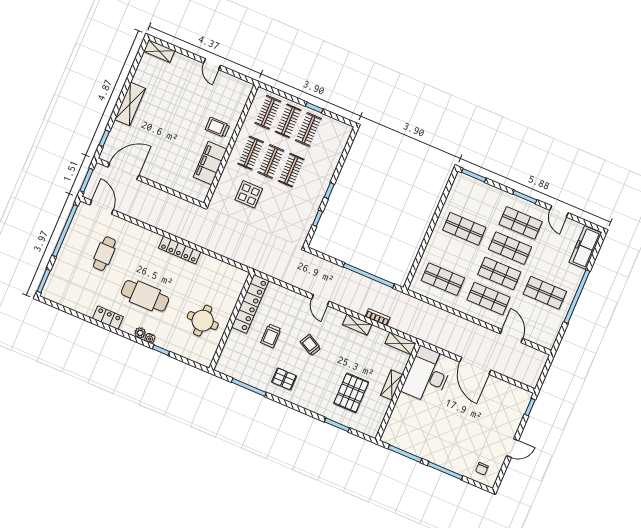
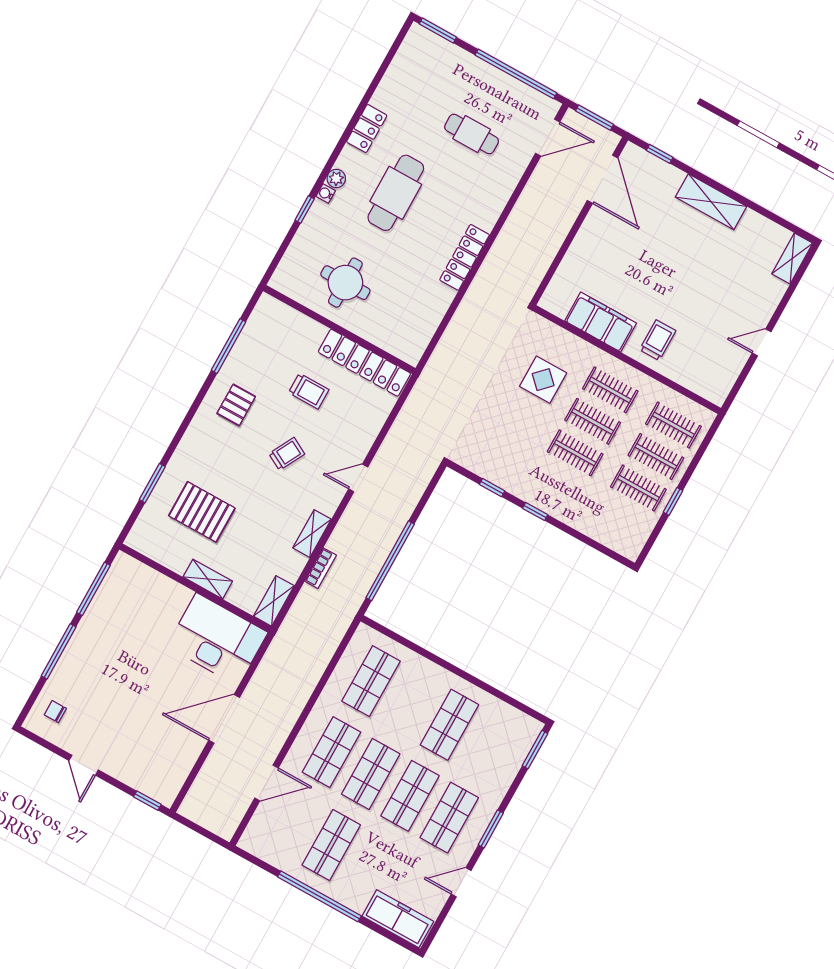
trolley: (271, 336) -> (309, 391), turned 180

